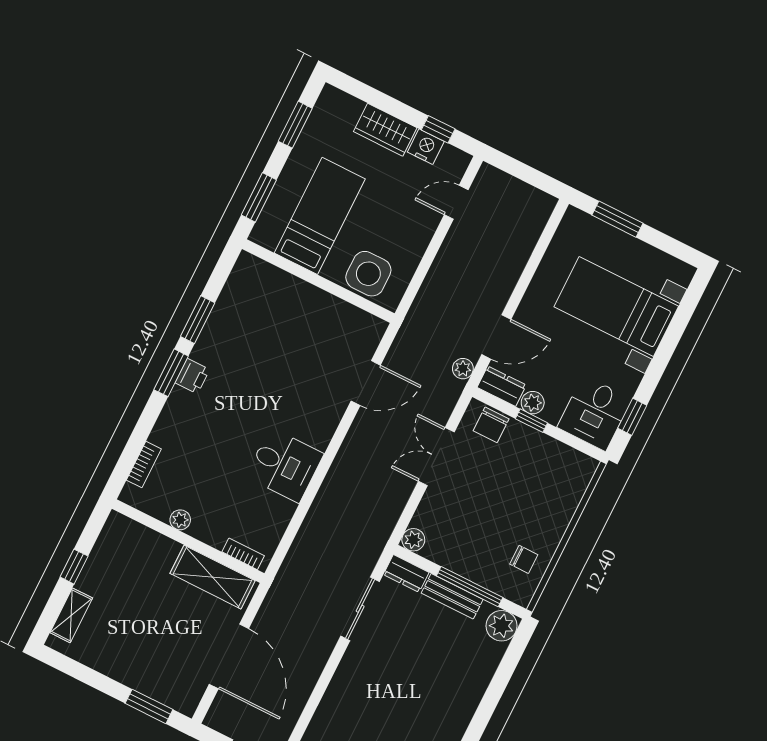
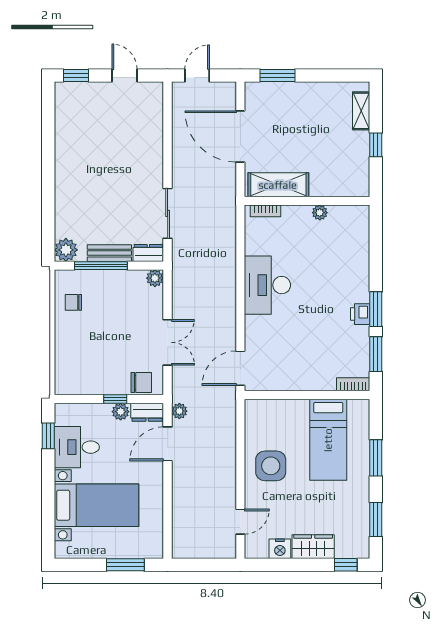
window: (438, 129) -> (346, 565), moved
bed: (320, 216) -> (328, 440), moved
side table: (368, 274) -> (271, 466), moved
wall: (318, 281) -> (307, 395), moved
desk: (594, 413) -> (77, 447), moved, turned -90
chair: (491, 425) -> (141, 383), turned 90
bookcase: (144, 465) -> (353, 384), moved, turned 90
desk: (285, 465) -> (267, 285), width x1.37

